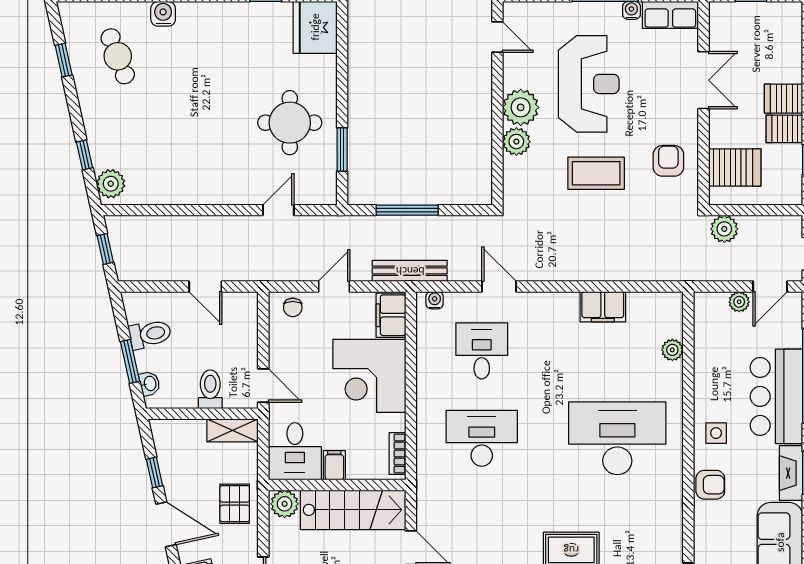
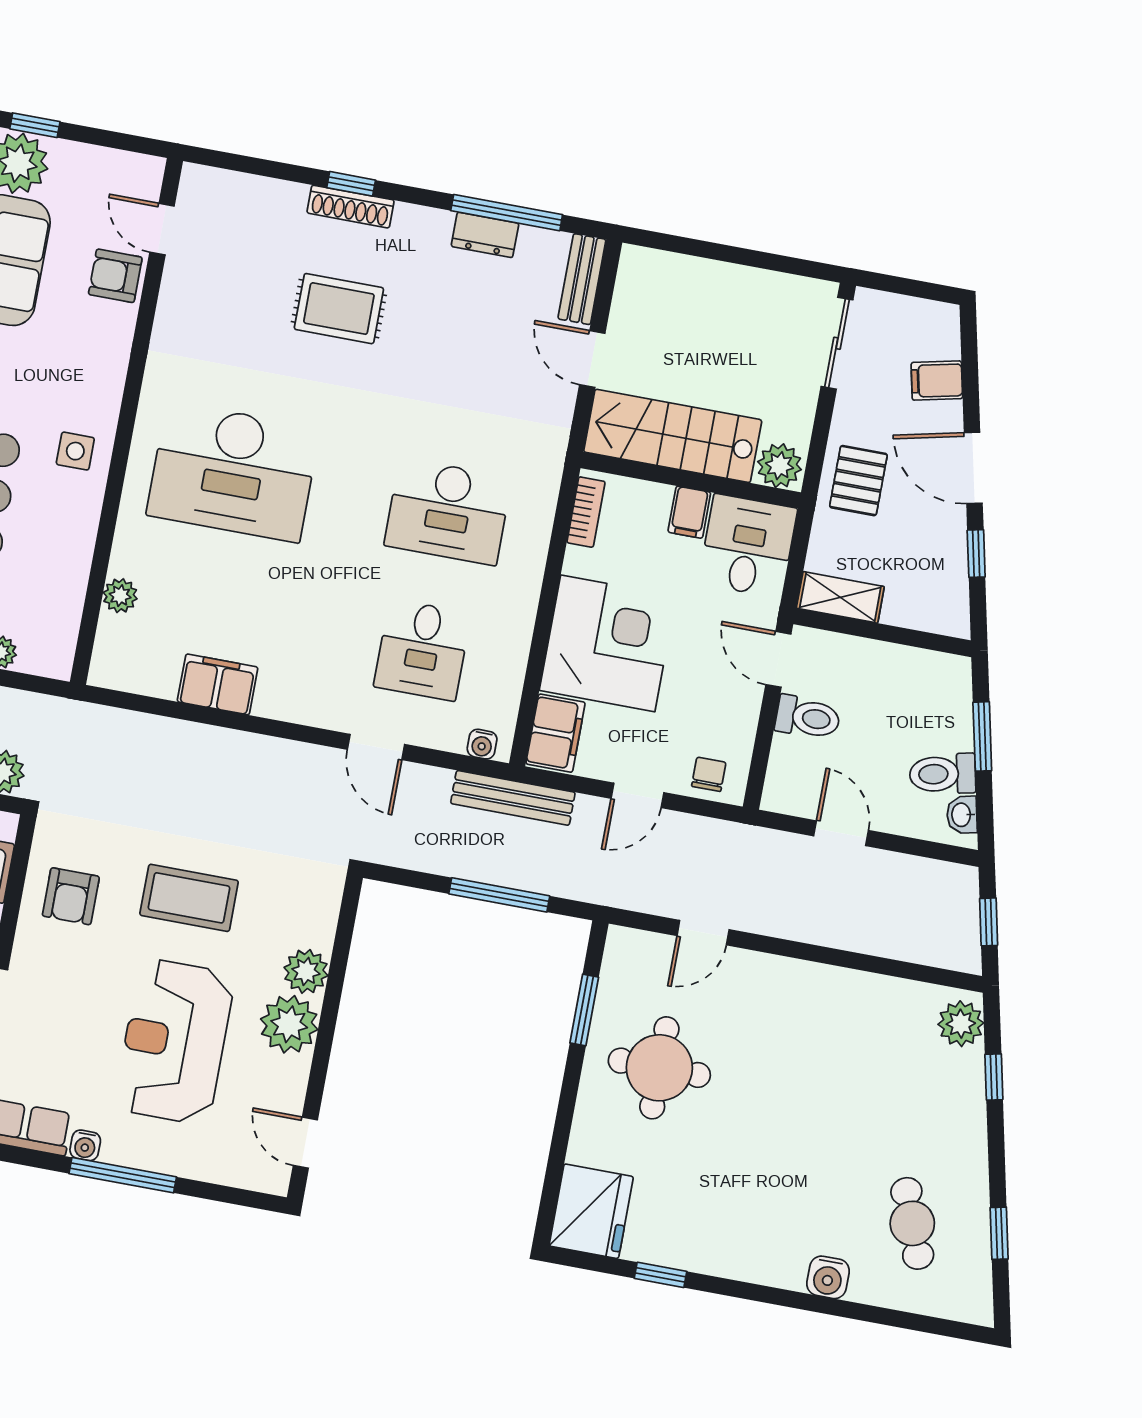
washbasin: (150, 384) -> (962, 815), moved
toilet: (210, 389) -> (808, 718), moved, turned -90
armchair: (710, 485) -> (115, 276), moved

